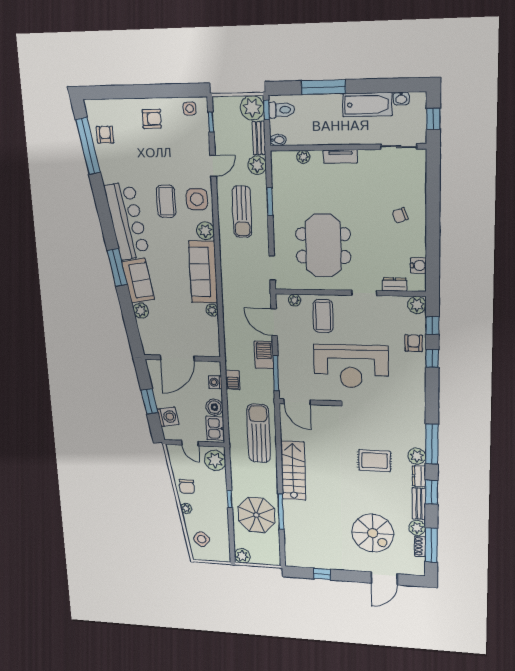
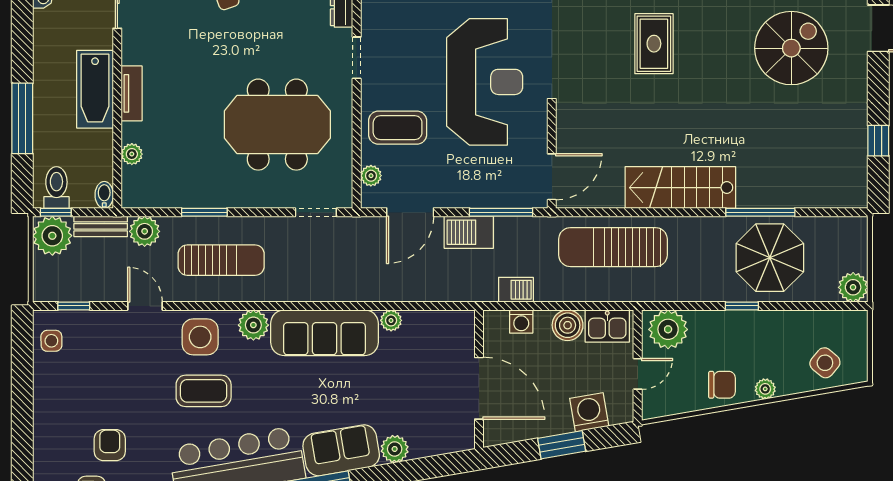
bathtub: (367, 105) -> (95, 89), moved, turned 180
armchair: (152, 119) -> (110, 445), moved

